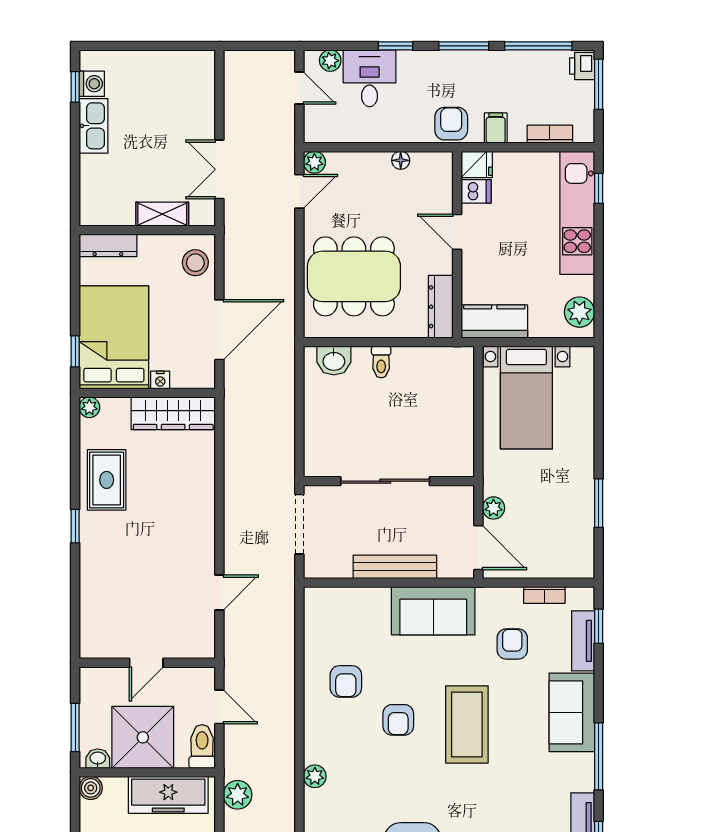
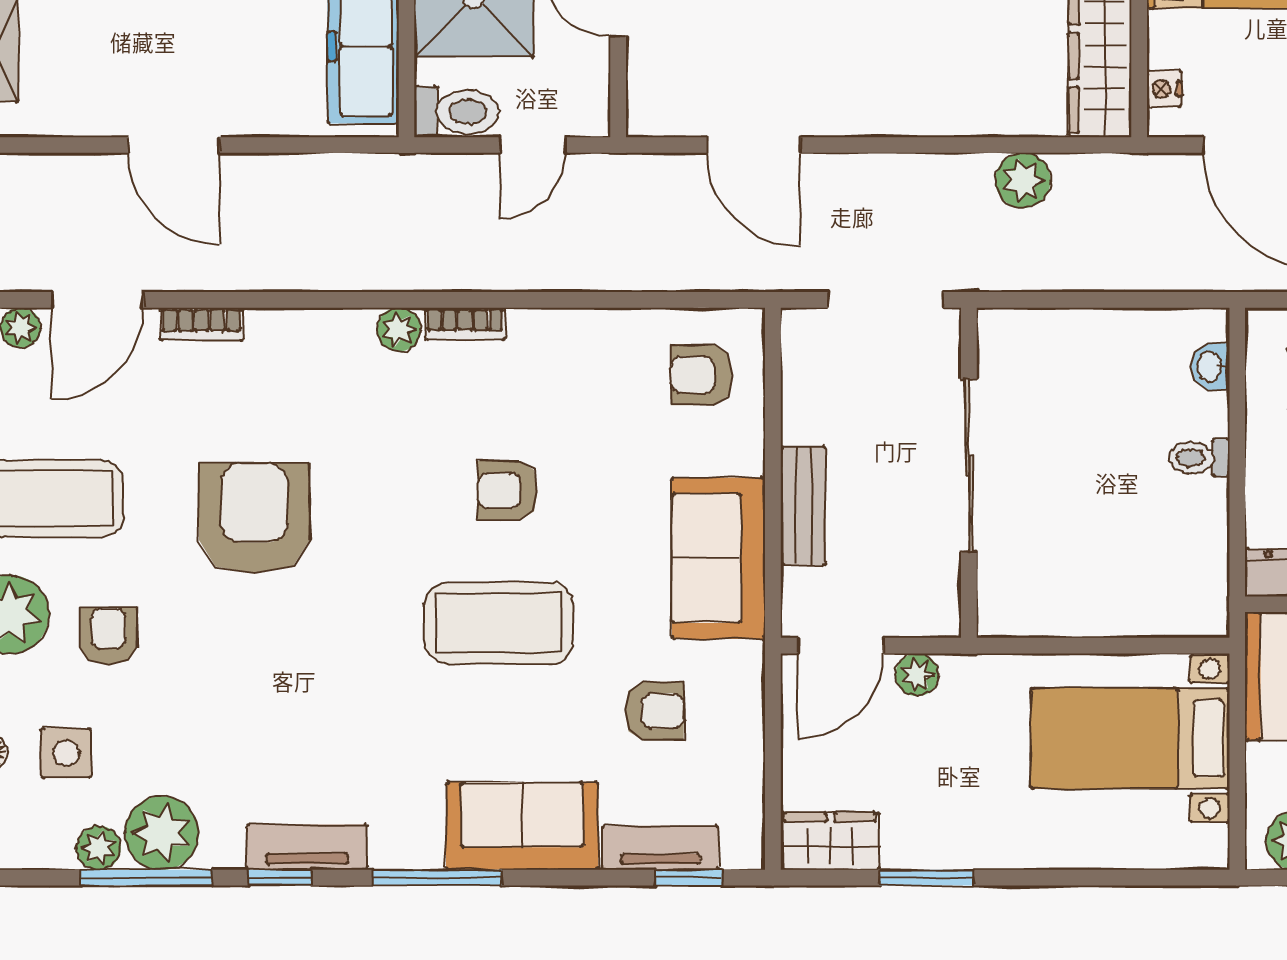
washbasin: (334, 361) -> (1210, 366), width x0.72, depth x0.69
nightstand: (160, 380) -> (1164, 89), moved
wardrobe: (580, 553) -> (830, 841), added
bench: (395, 567) -> (803, 506), width x0.73
door: (219, 592) -> (754, 145), width x1.38
bookcase: (544, 595) -> (465, 324), moved, turned -90
armchair: (346, 681) -> (701, 375), moved
plant: (238, 795) -> (1023, 180), moved

